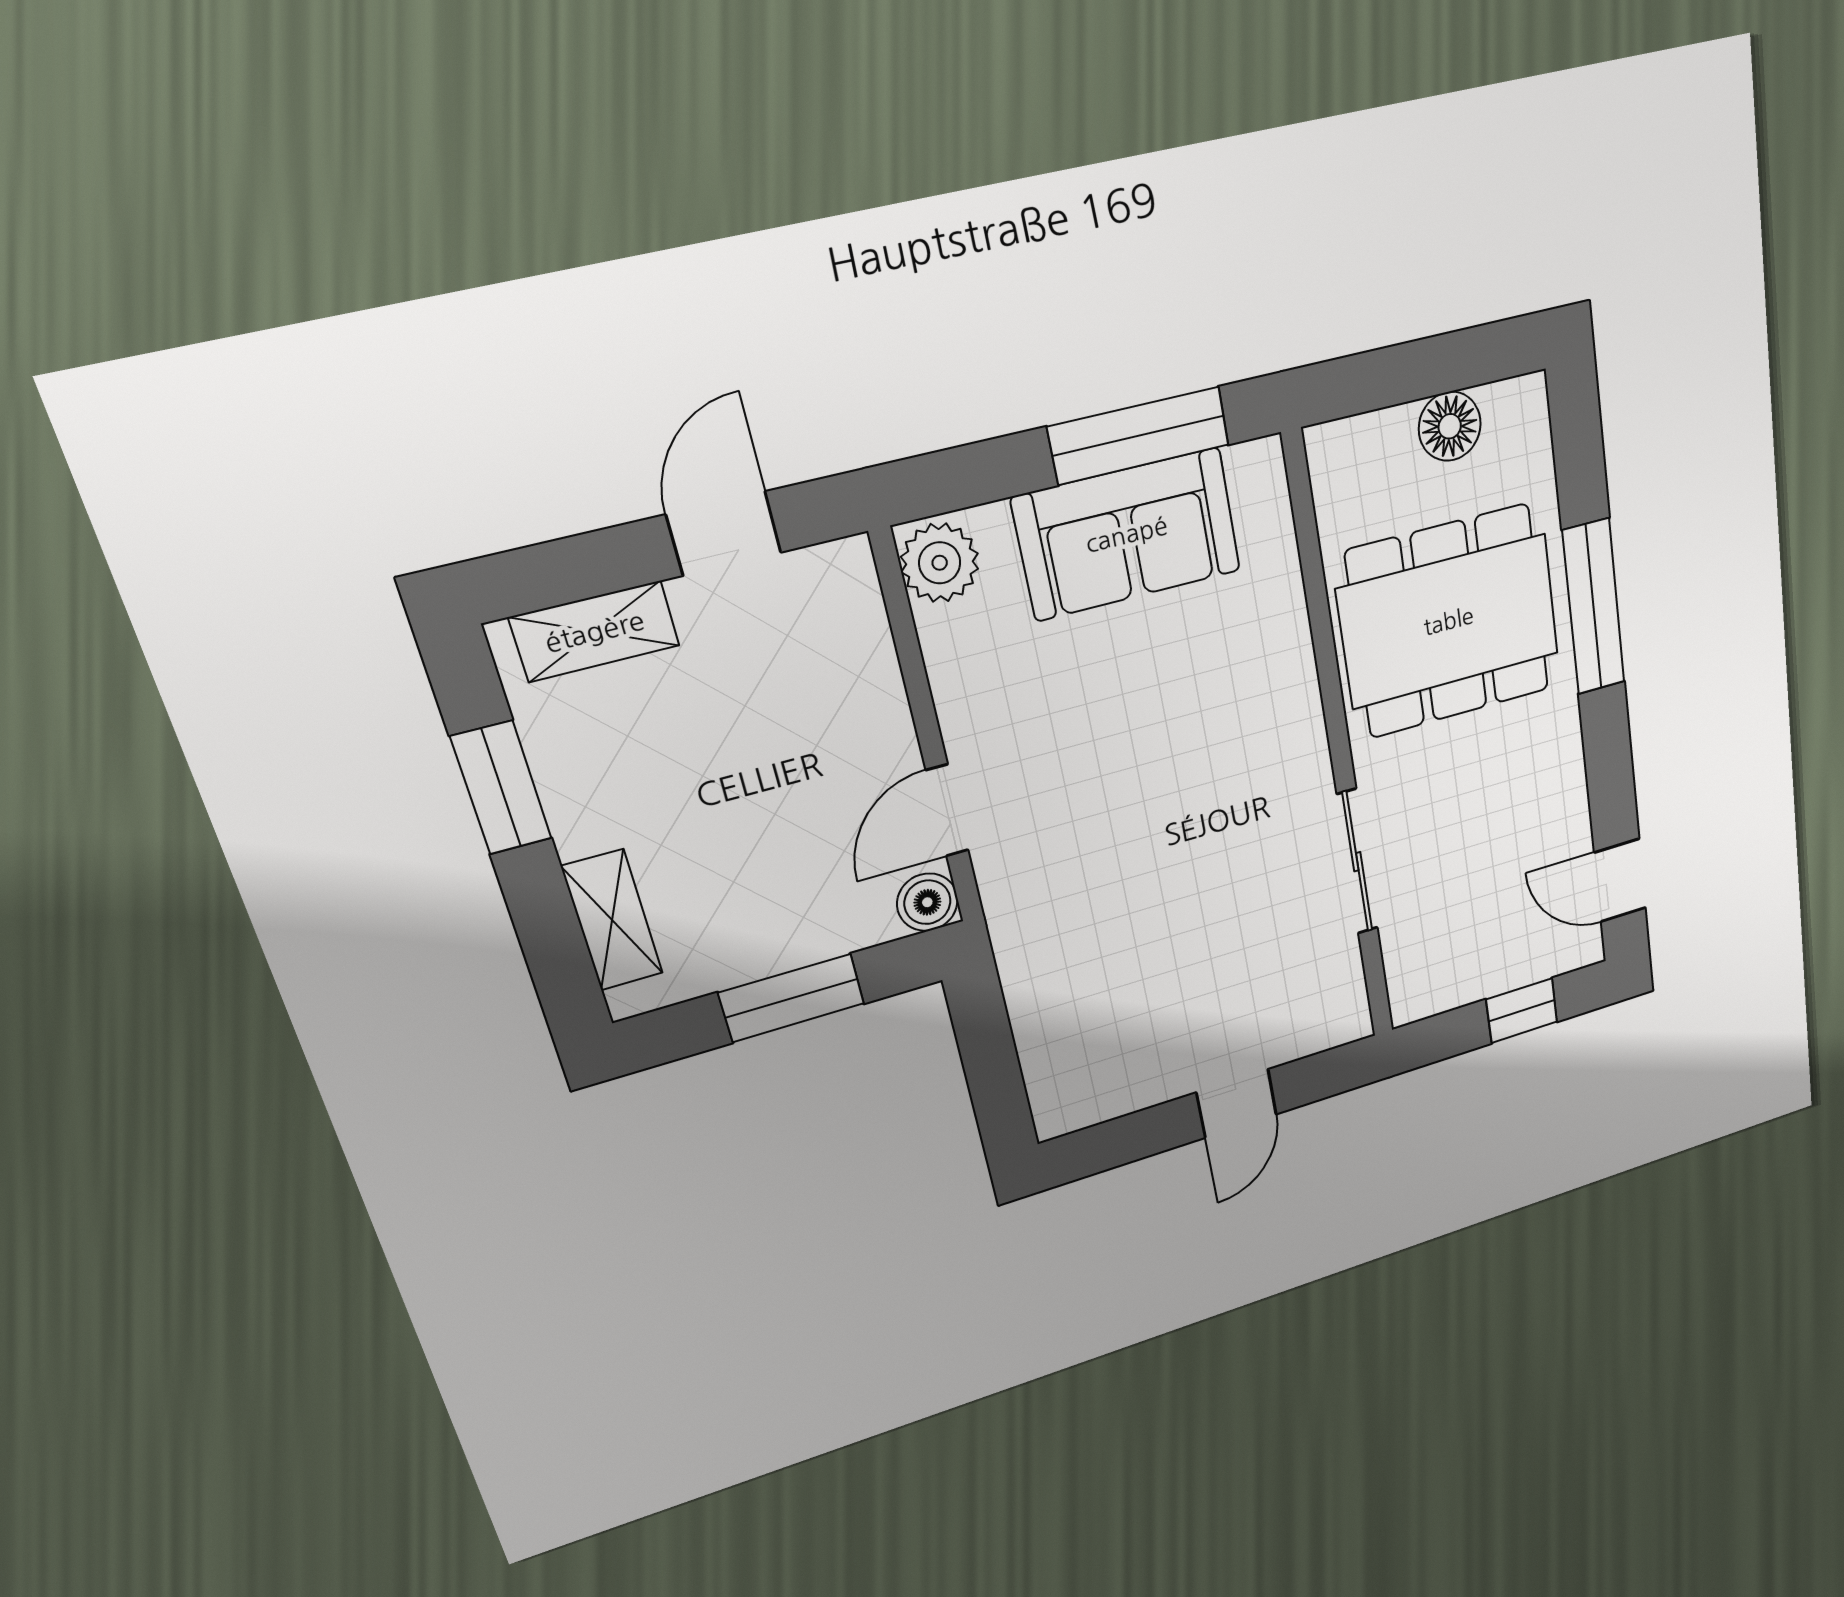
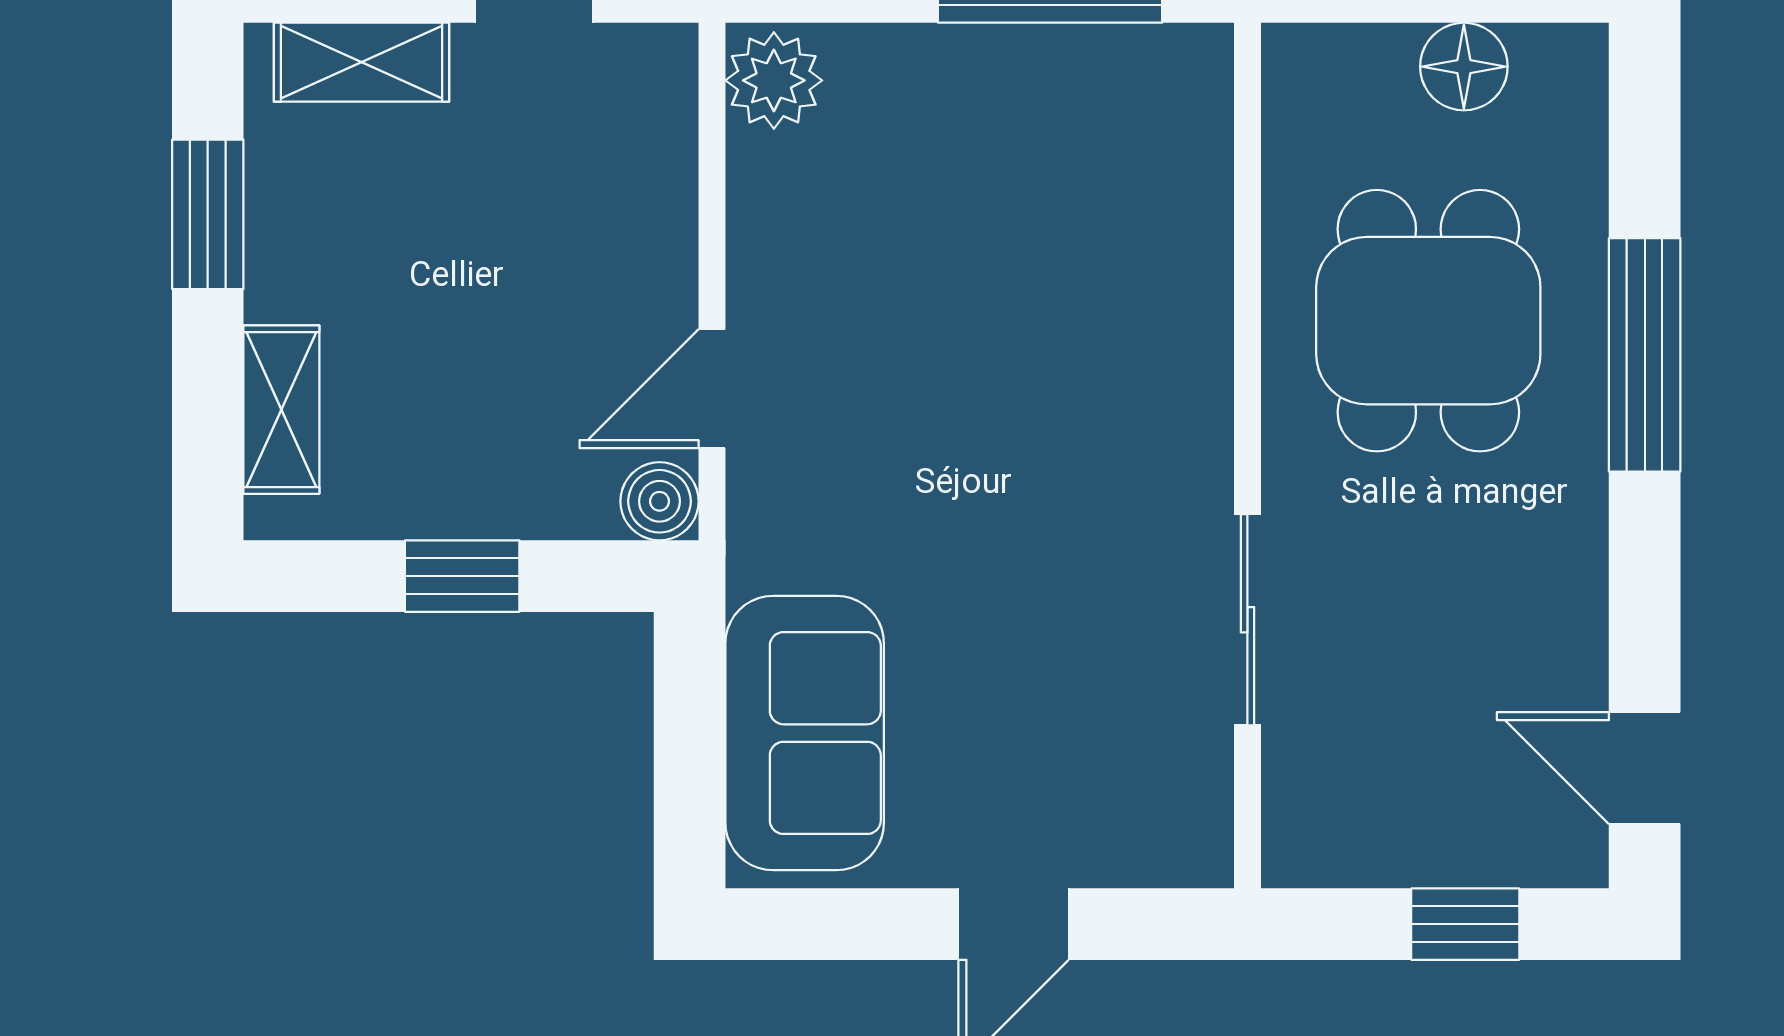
sofa: (1127, 534) -> (805, 733), moved, turned -90
dining table: (1449, 621) -> (1428, 321), width x0.73
window: (792, 998) -> (462, 576), width x0.67

